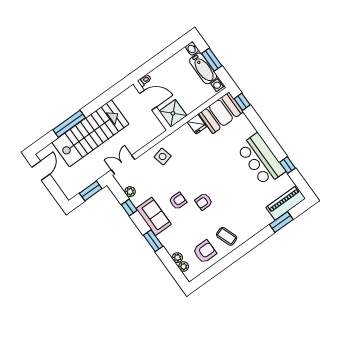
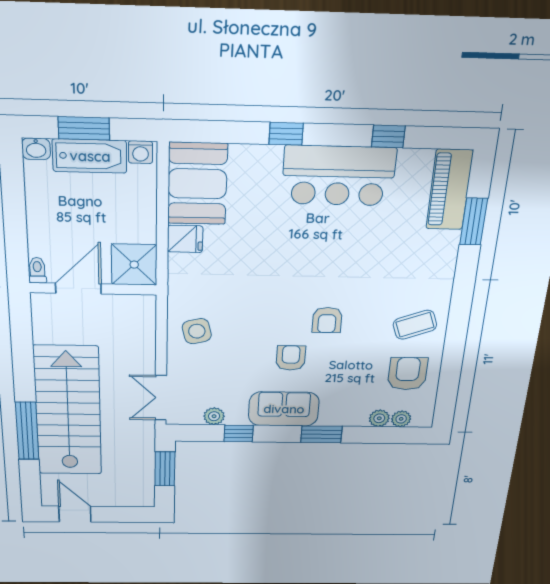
window: (242, 102) -> (286, 134), moved

